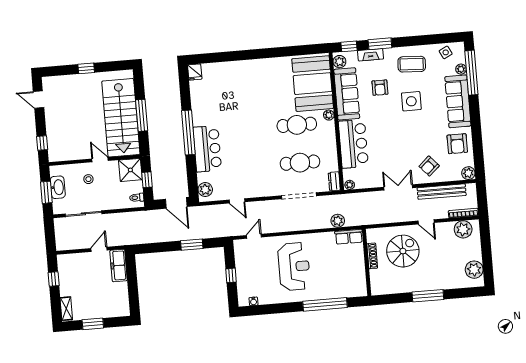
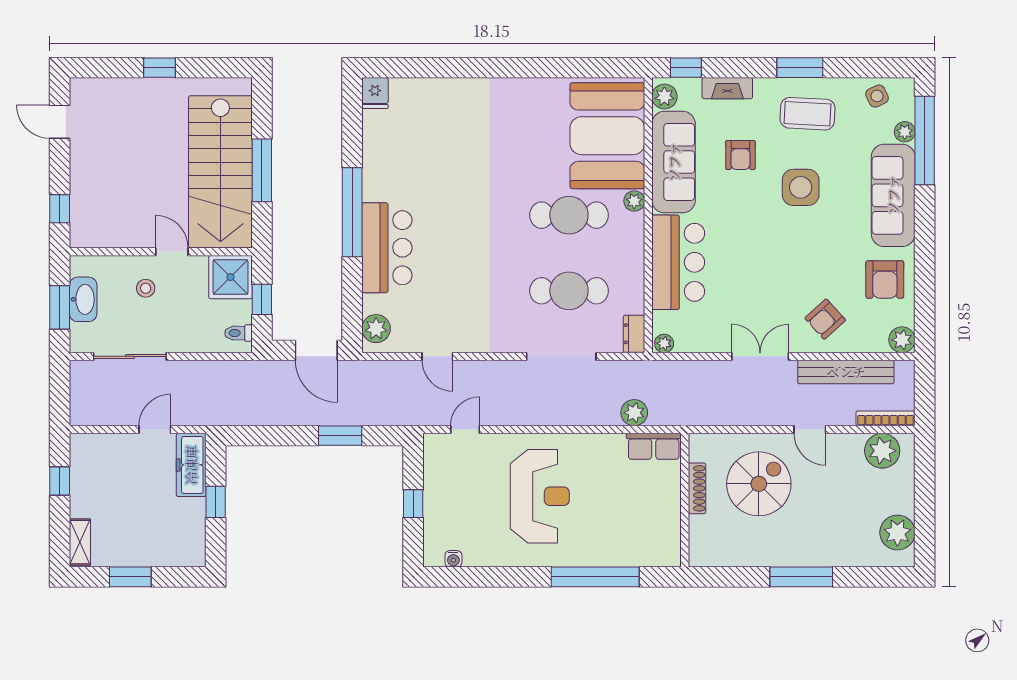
window: (380, 44) -> (800, 68), moved
window: (132, 283) -> (216, 502), added

